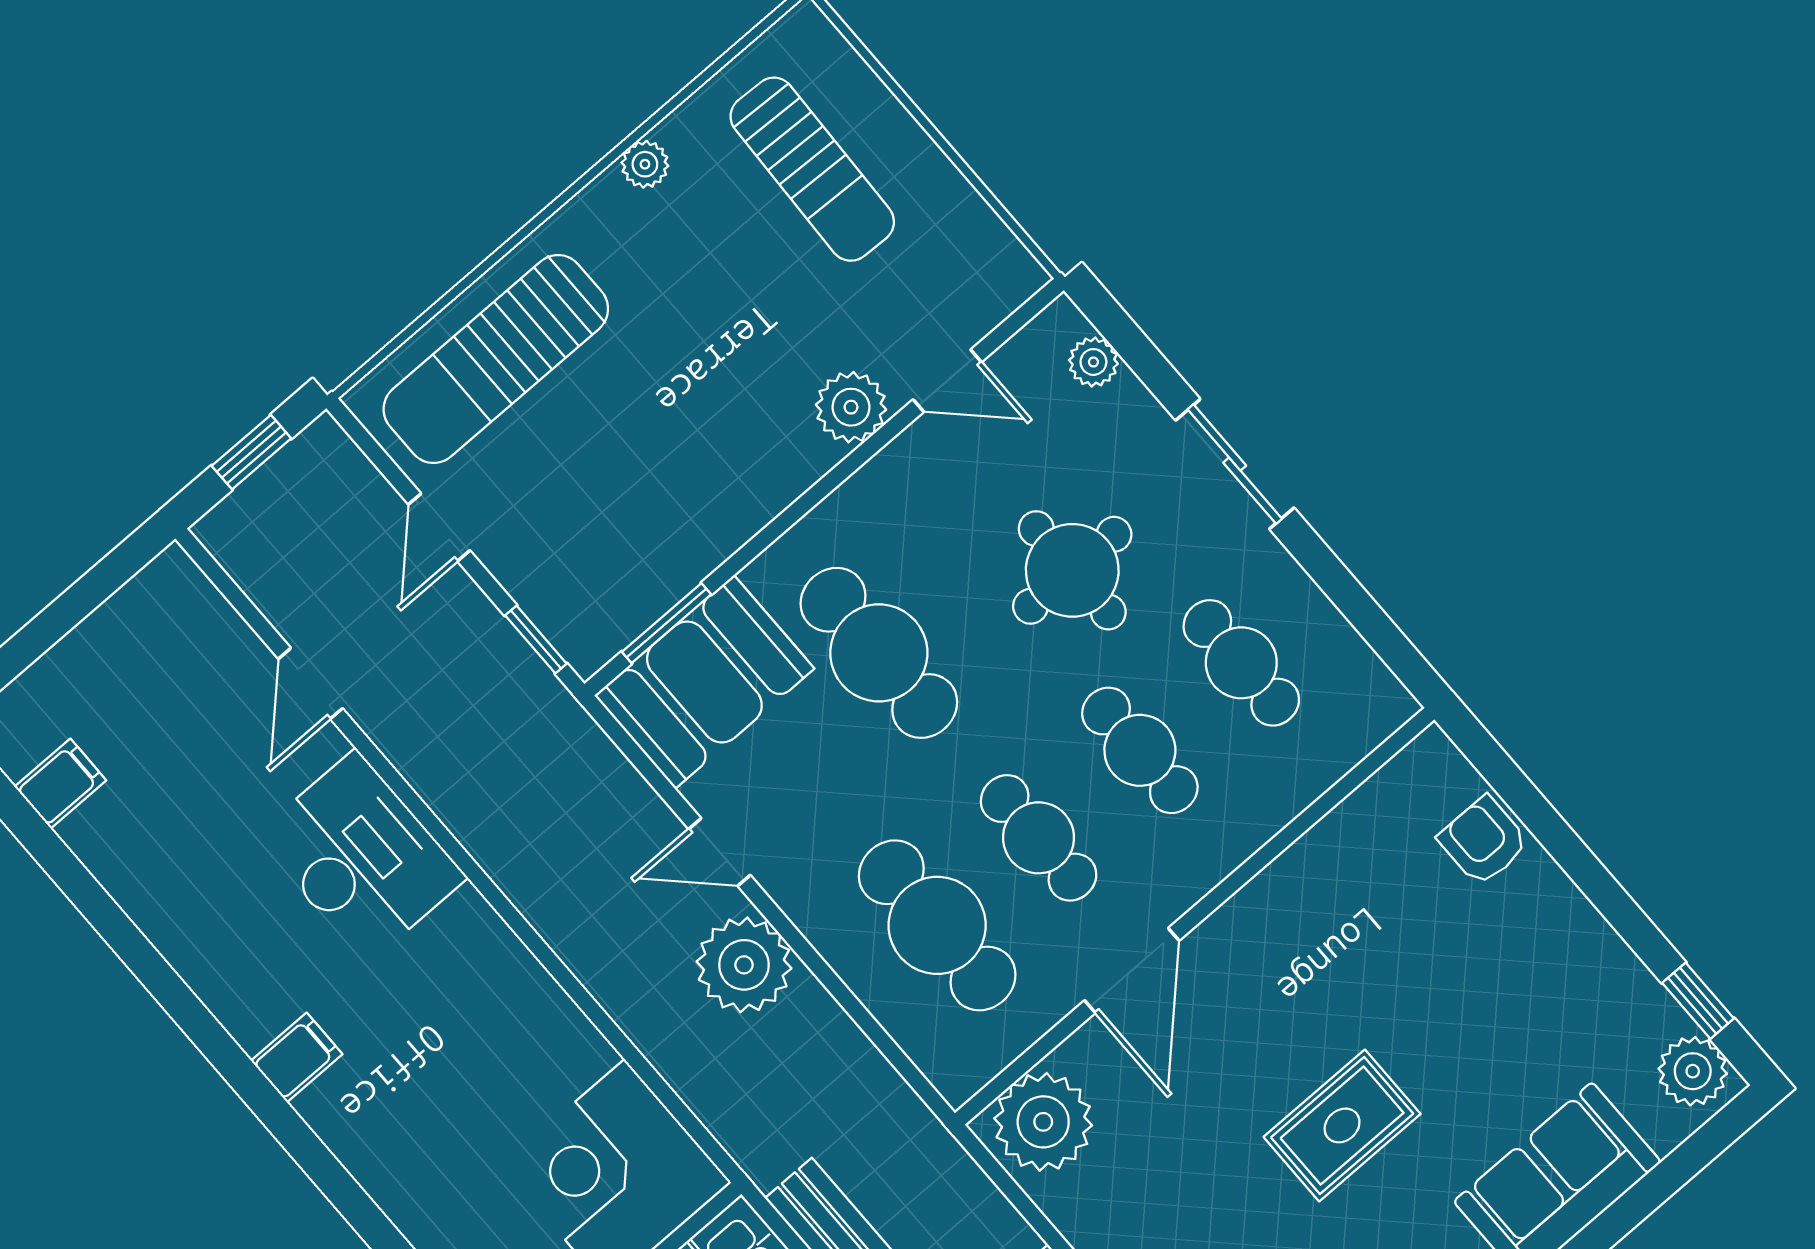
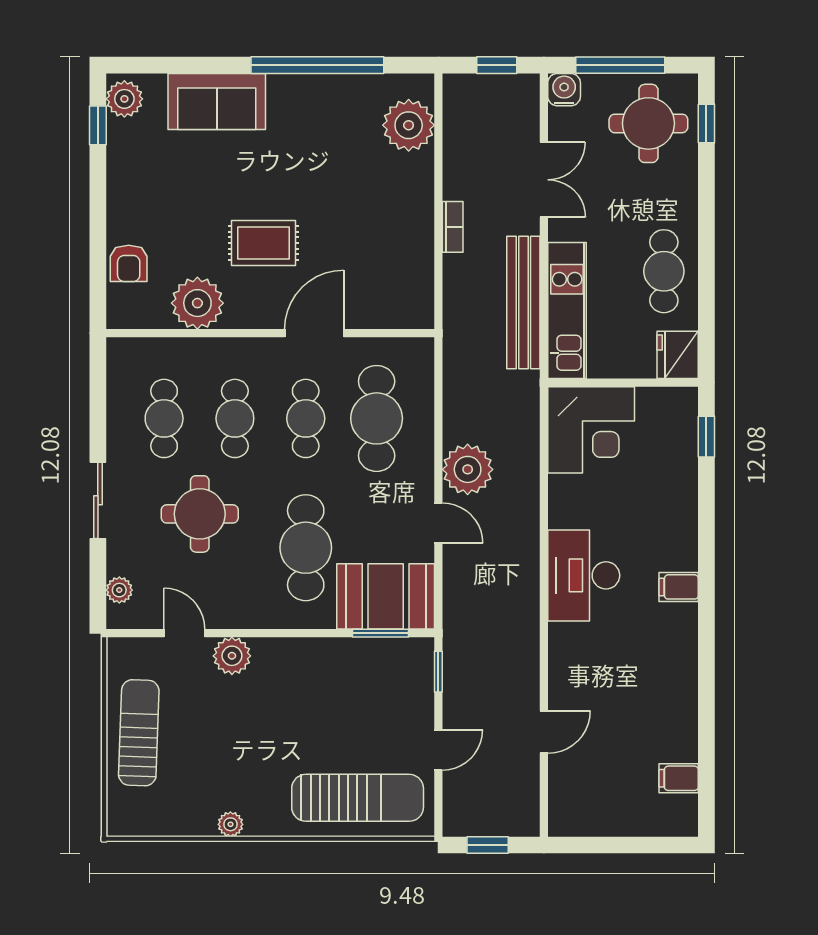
sun lounger: (812, 169) -> (139, 733), moved
desk: (361, 857) -> (584, 575), moved
plant: (1043, 1122) -> (197, 303), moved
rug: (1342, 1125) -> (264, 243), moved

